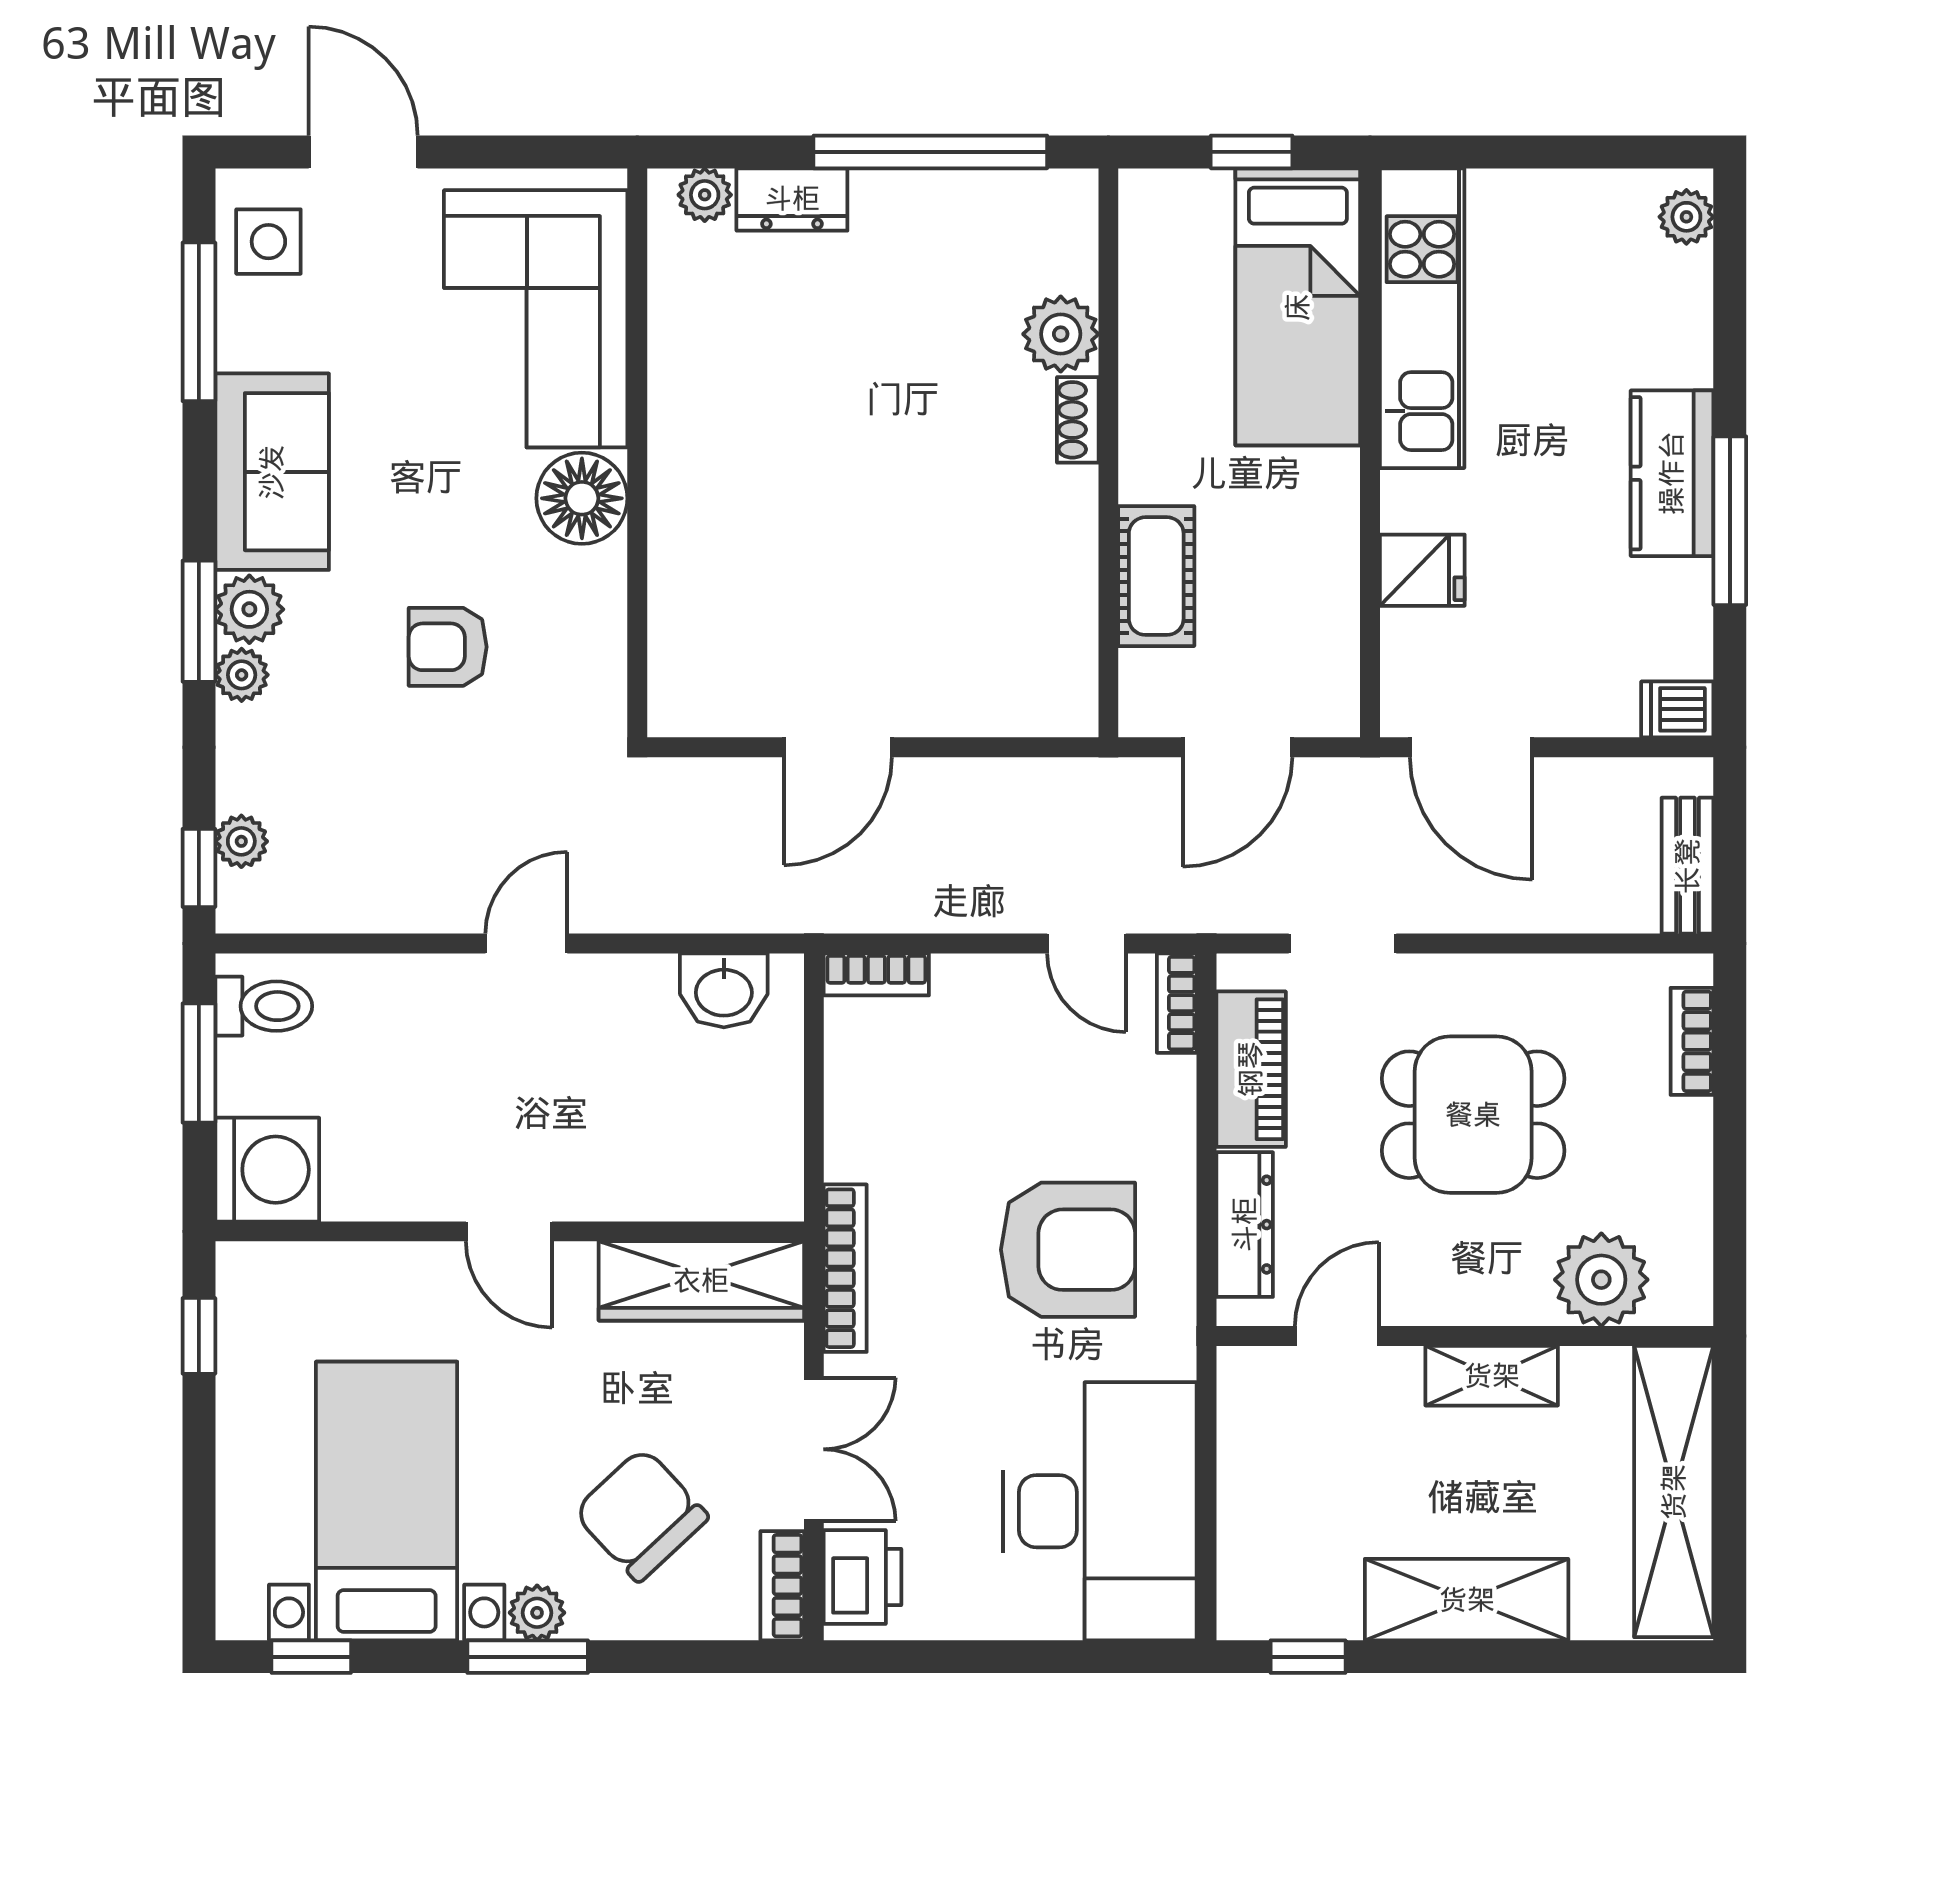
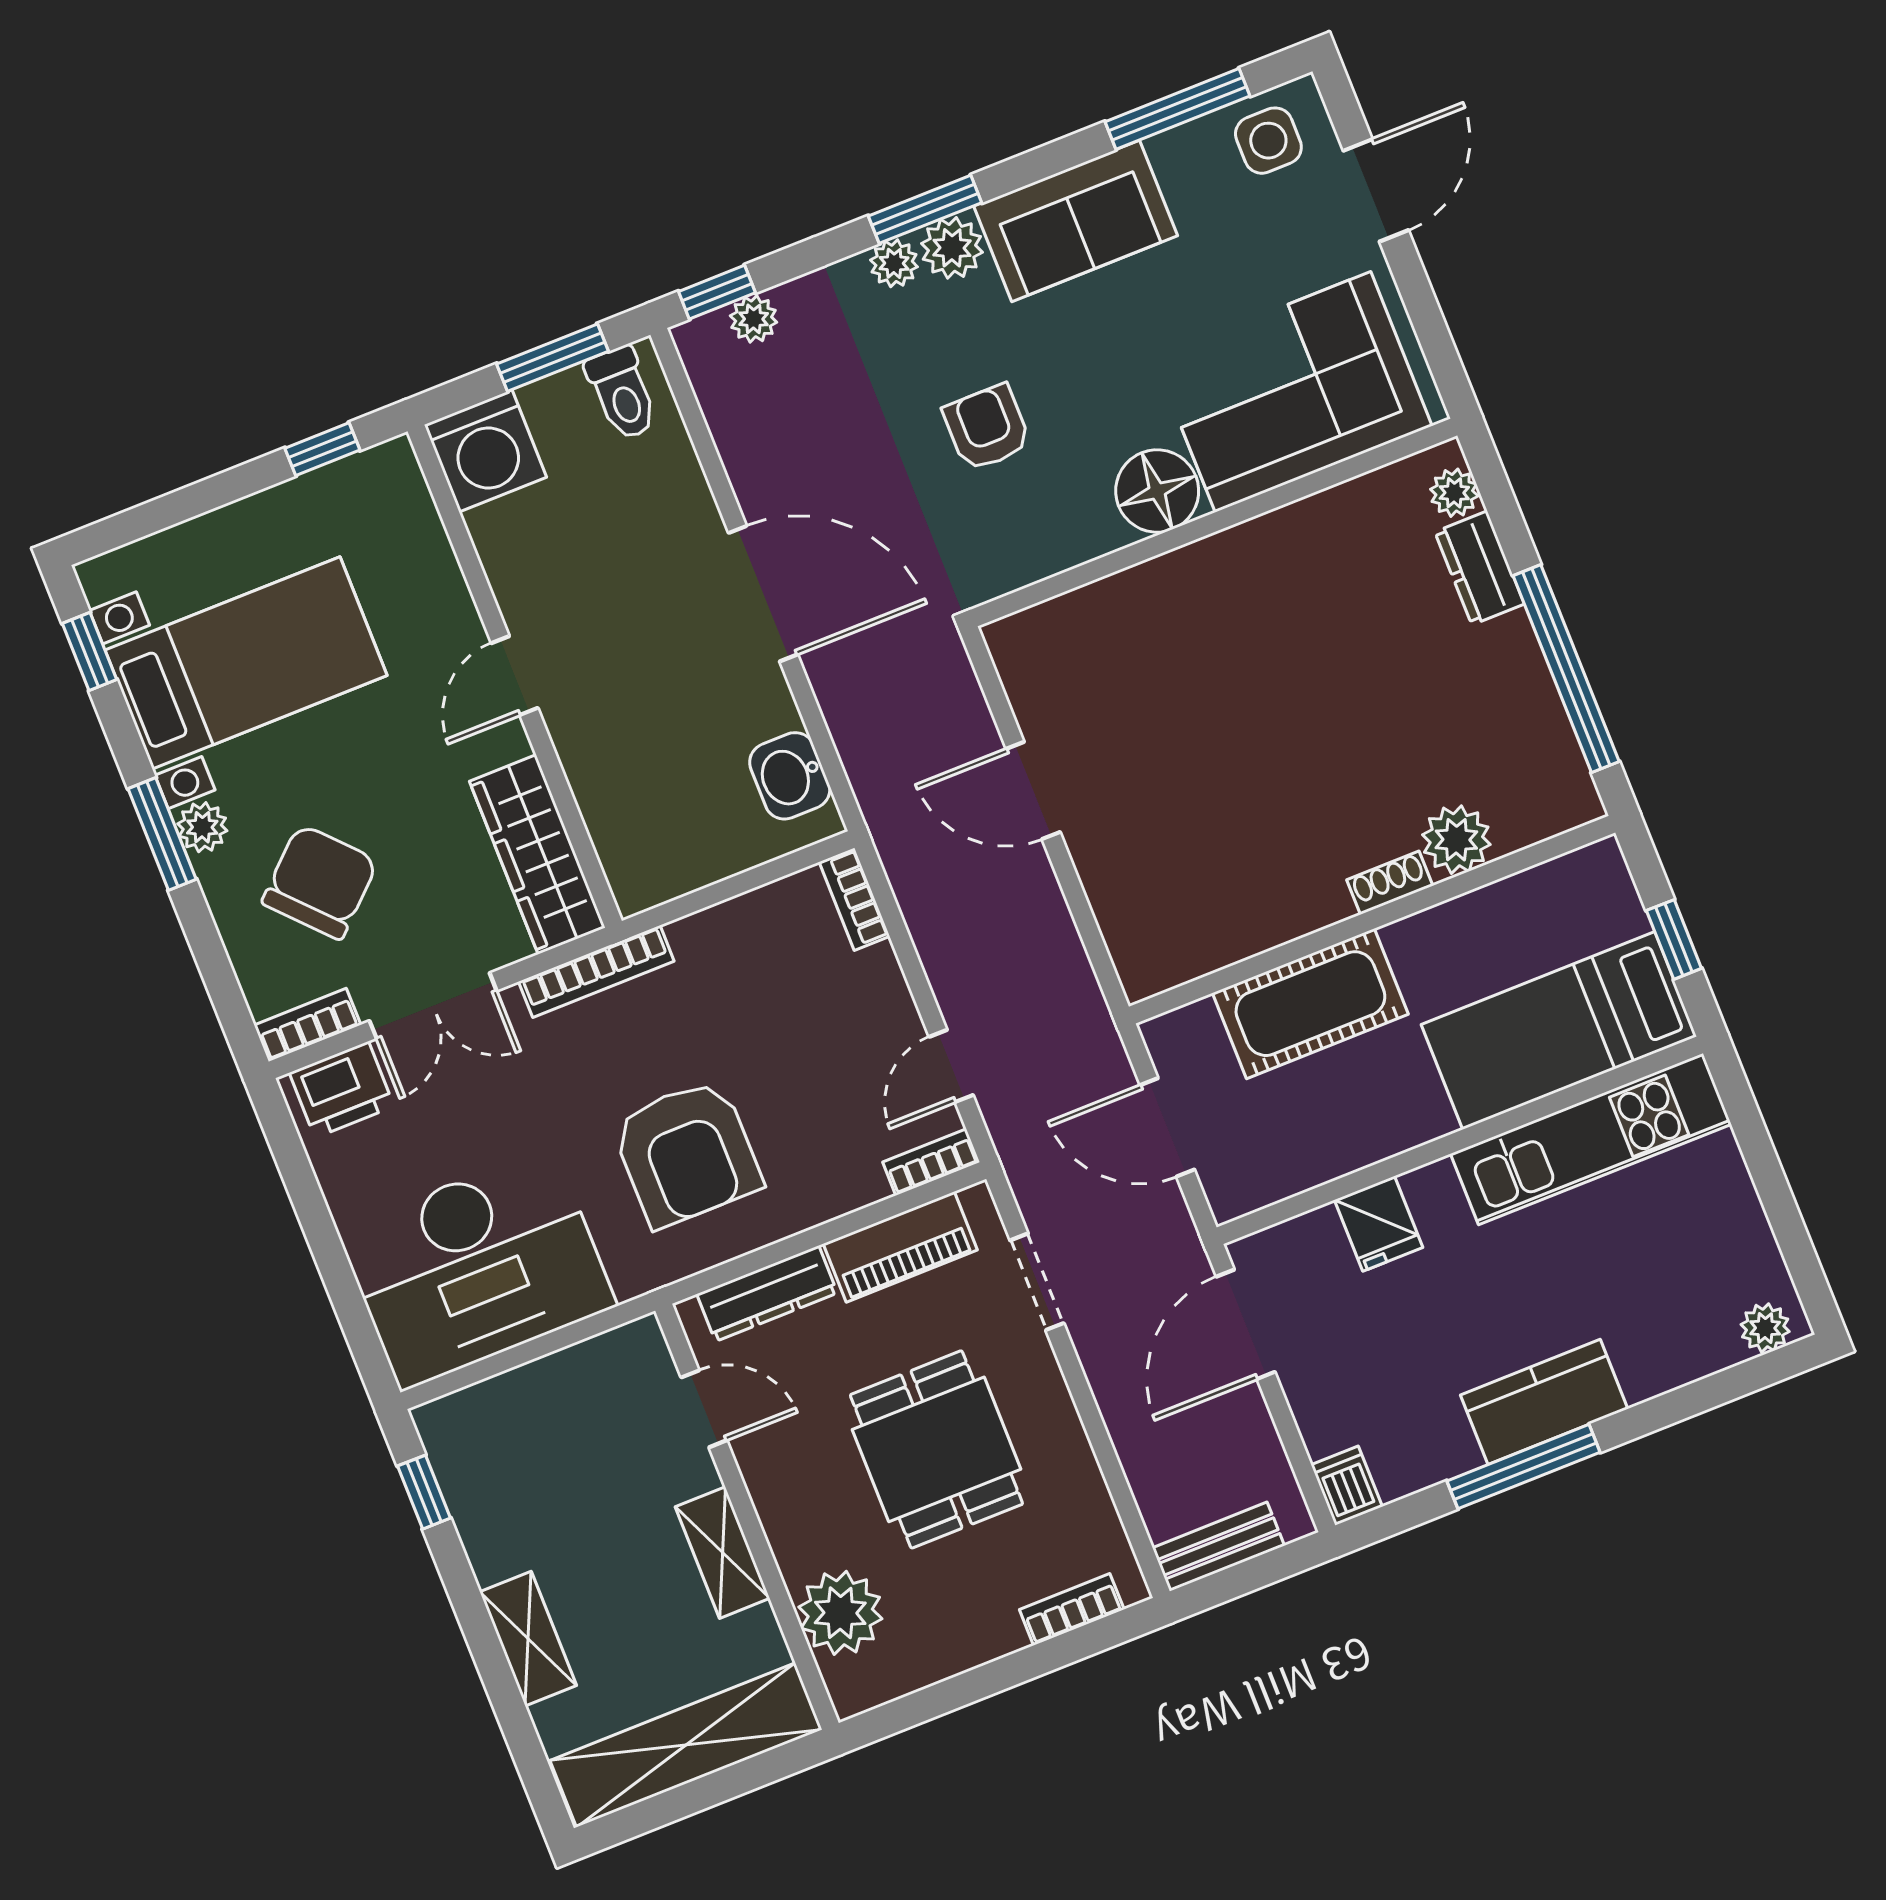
cot: (1156, 576) -> (1310, 1004), width x1.37, depth x1.34
door: (526, 944) -> (763, 594), width x1.88
shelving: (1467, 1600) -> (528, 1639), width x0.67, depth x0.75

